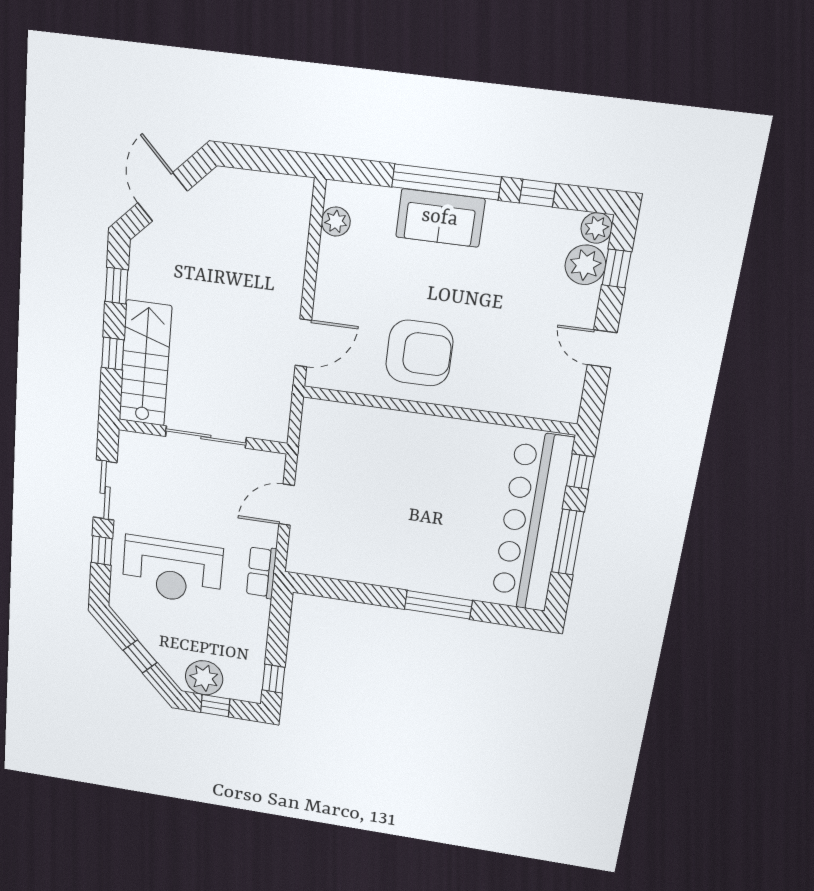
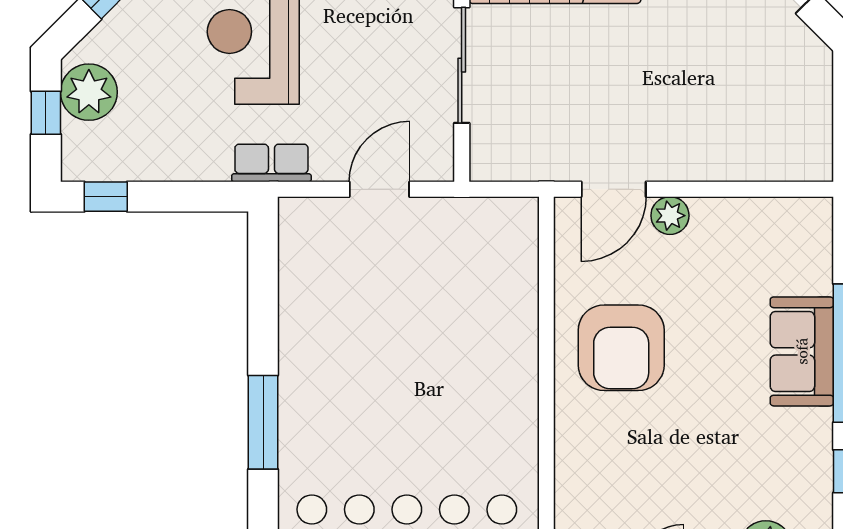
plant: (336, 222) -> (670, 216), moved
door: (303, 343) -> (614, 189), hinge flipped
door: (287, 505) -> (379, 189), hinge flipped

